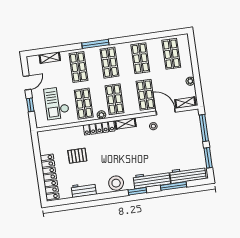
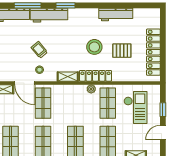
shop shelf: (115, 99) -> (75, 103), removed
trolley: (156, 145) -> (39, 50), added
locker: (50, 177) -> (153, 52), moved
stool: (116, 183) -> (94, 47), moved
workbench: (84, 190) -> (116, 14), width x1.37

